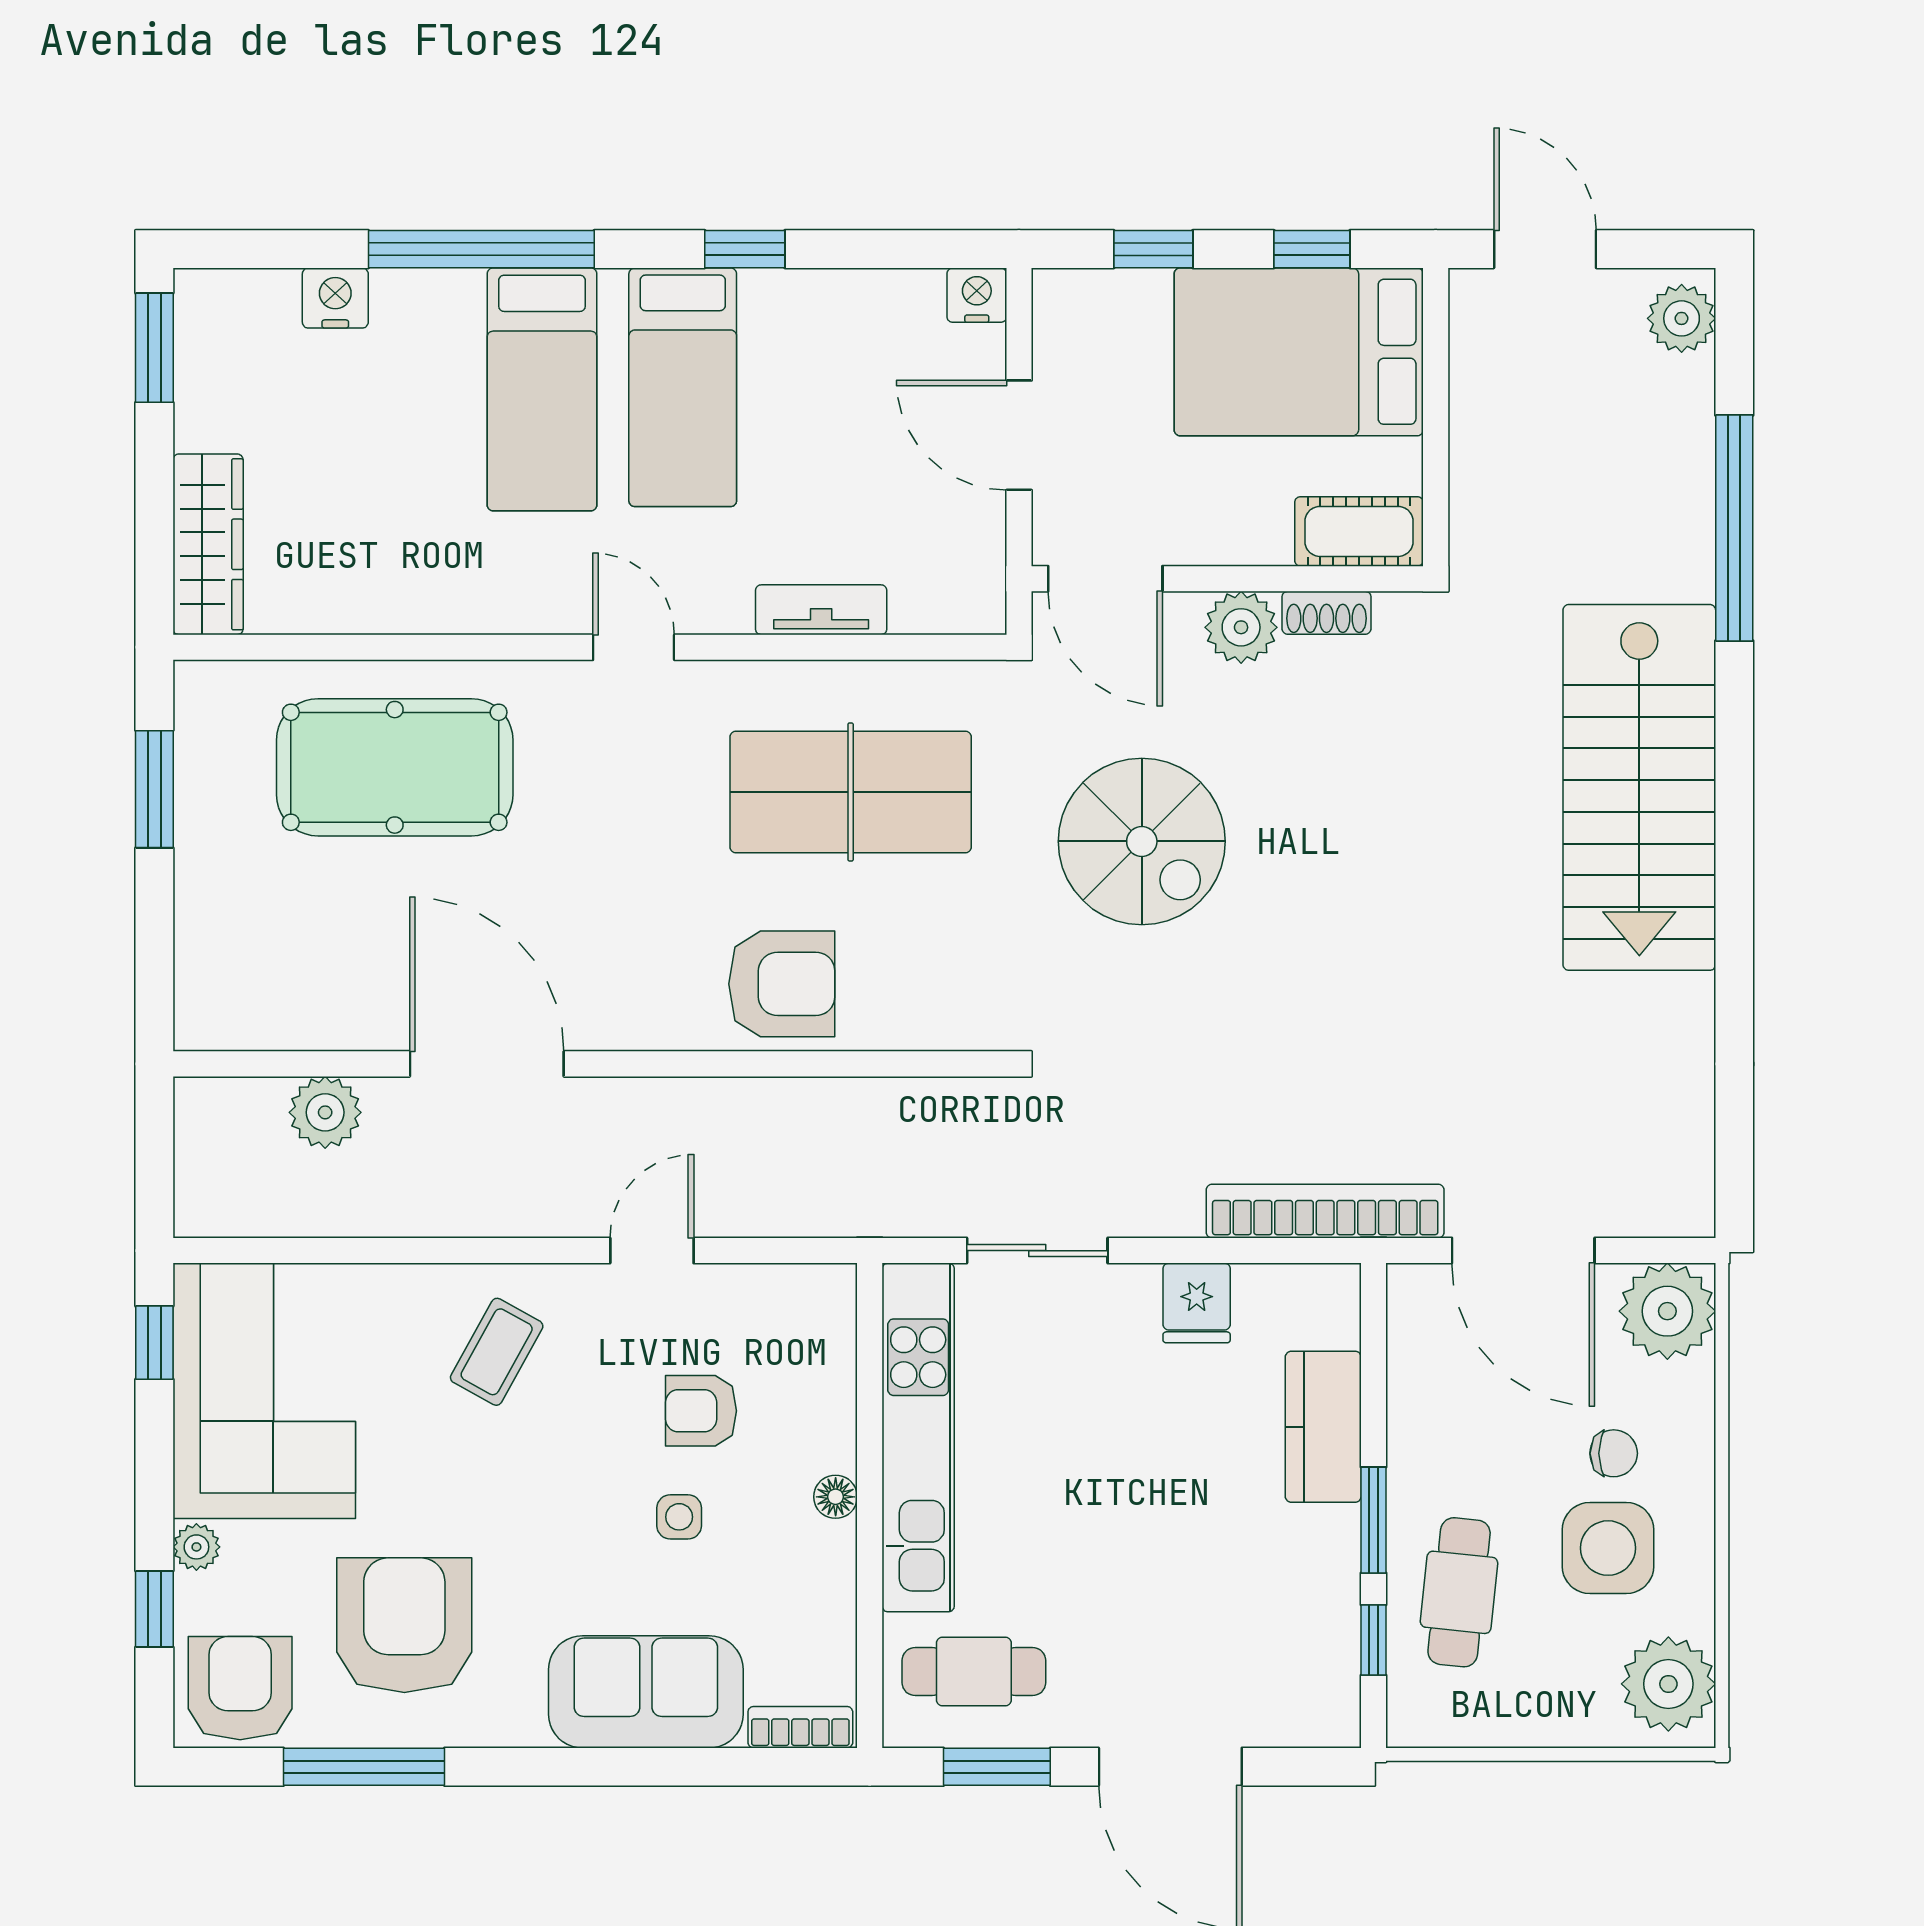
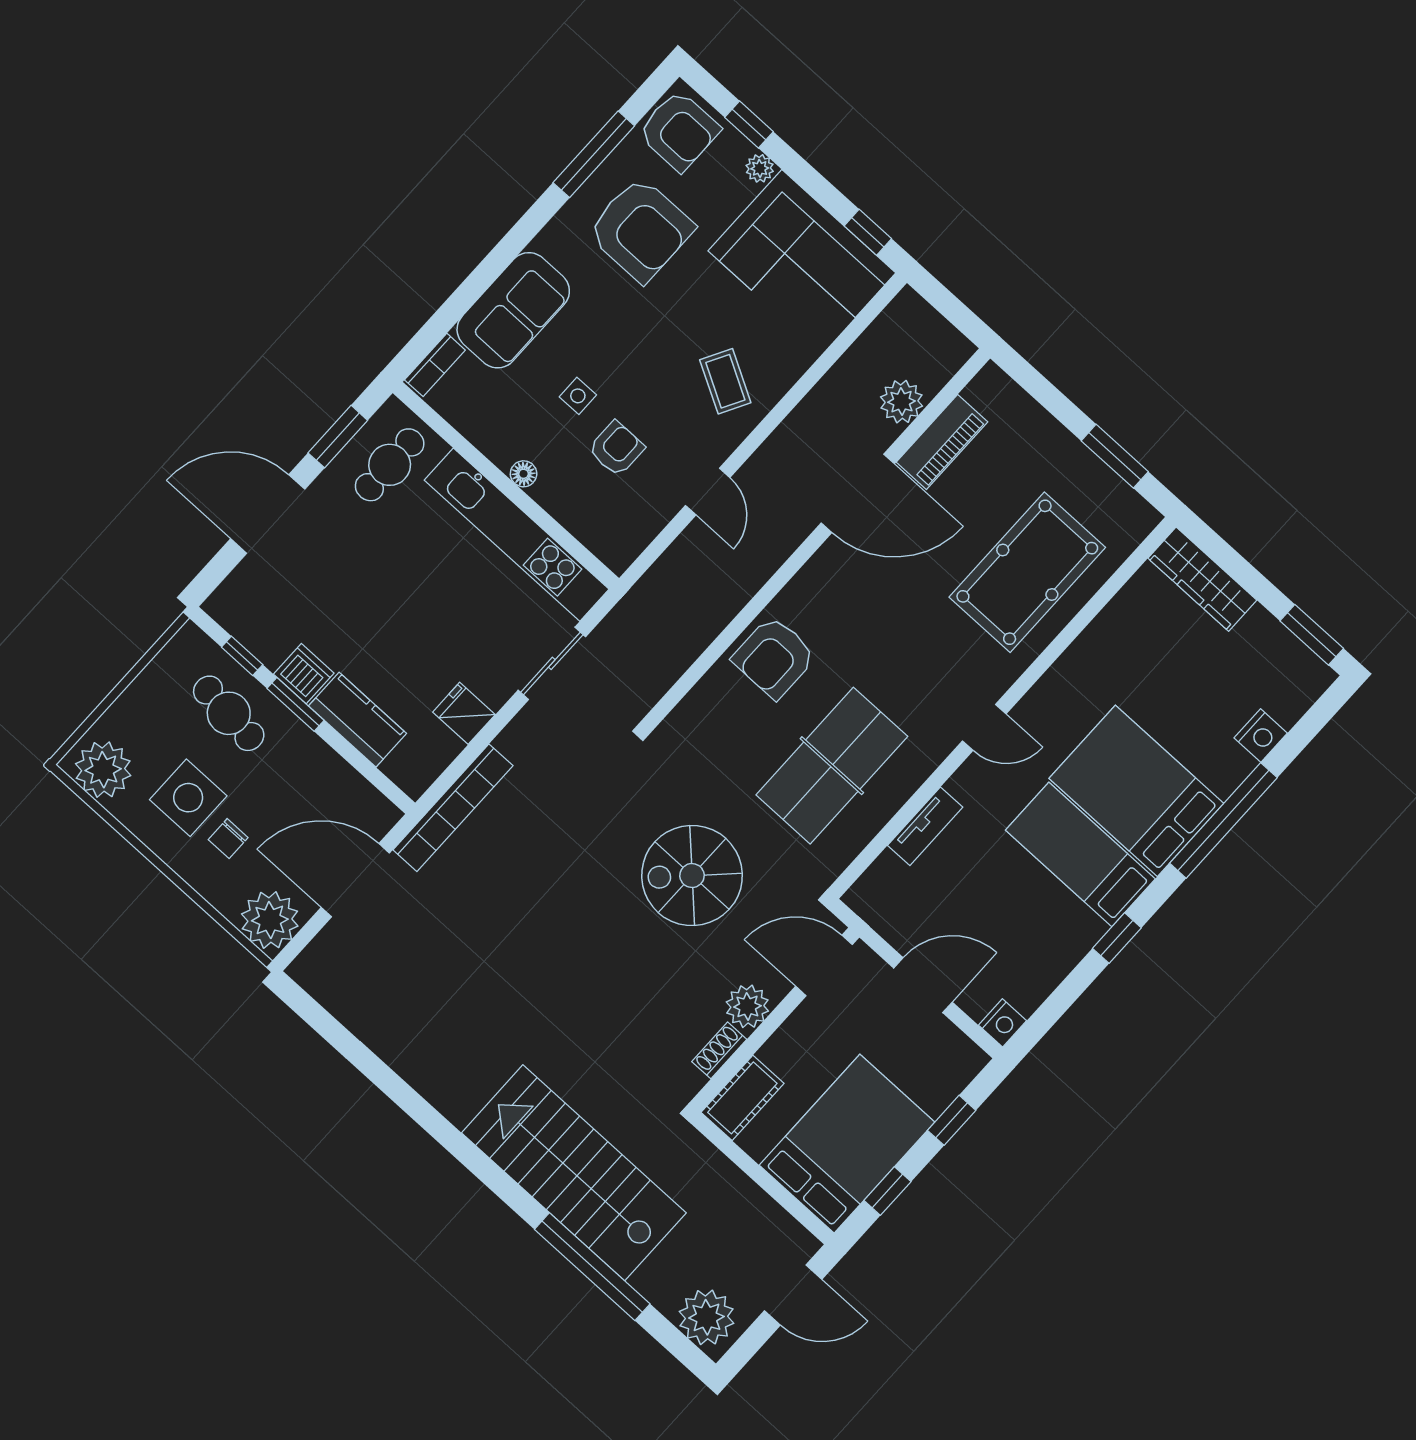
plant: (1682, 318) -> (706, 1317), width x1.36, depth x1.36
bed: (542, 389) -> (1136, 791), width x1.50
stairs: (1639, 787) -> (574, 1173), moved
piano: (330, 1018) -> (942, 442), added
dishwasher: (1327, 1544) -> (304, 674), added

